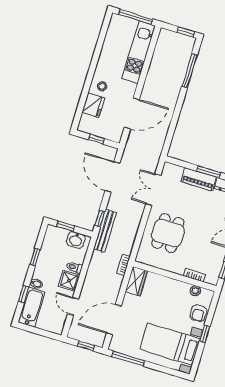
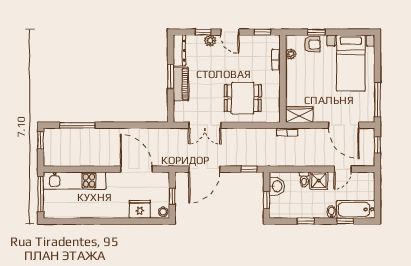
stool: (102, 86) -> (163, 212), moved
bench: (105, 231) -> (259, 160), removed
window: (205, 334) -> (316, 32), moved

